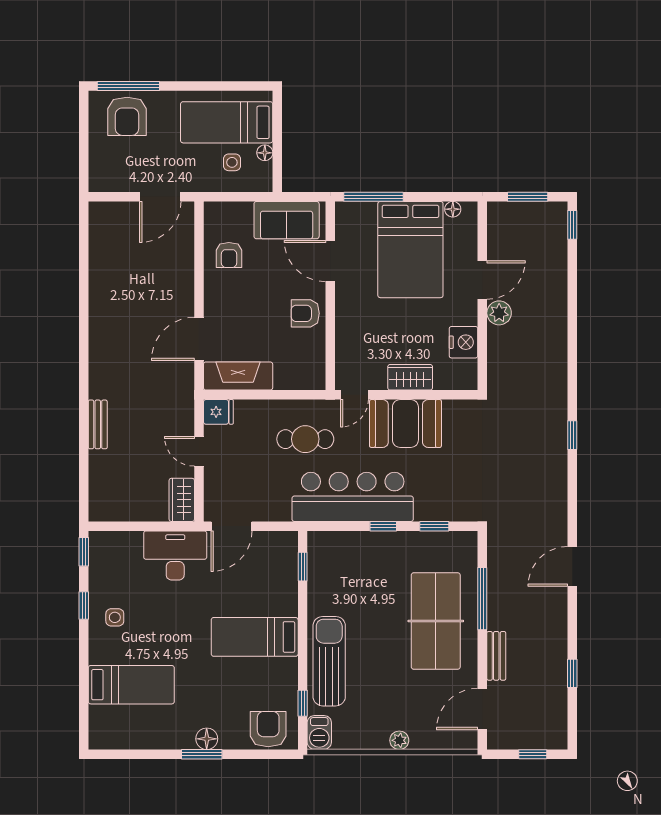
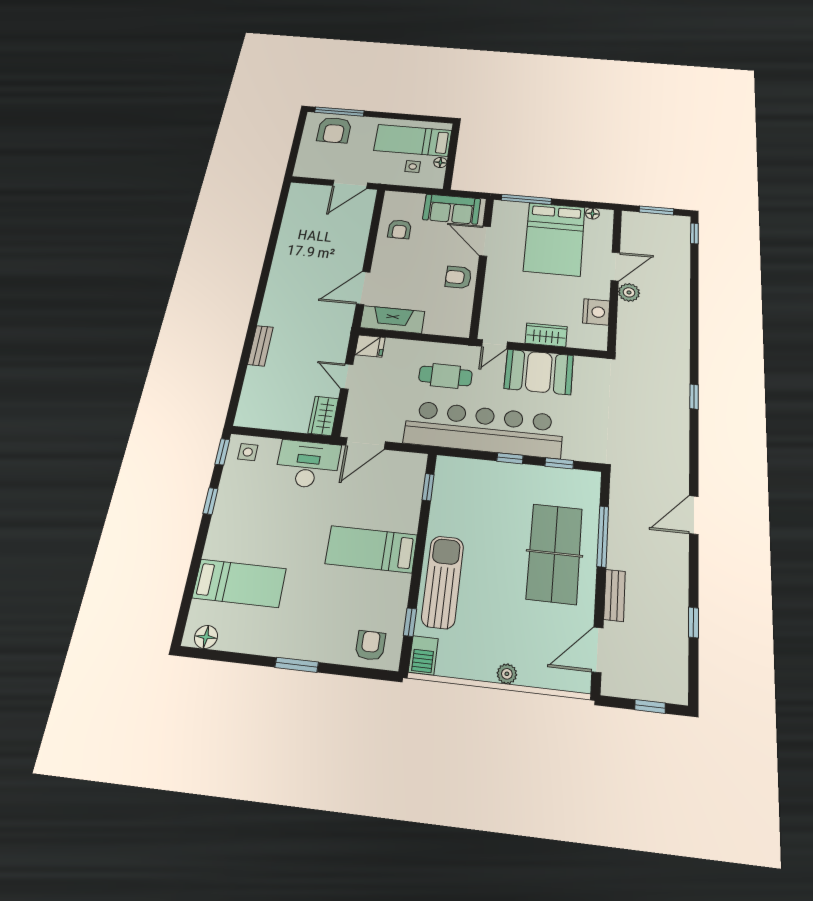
bar counter: (353, 497) -> (484, 429), width x1.36
side table: (115, 617) -> (248, 452), moved
armchair: (268, 729) -> (370, 646), width x0.72, depth x0.72
floor lamp: (207, 739) -> (206, 637), moved

